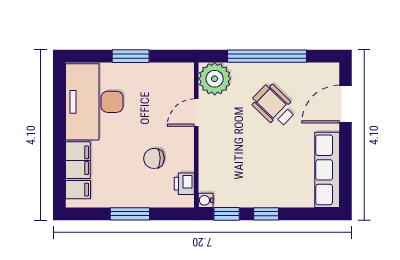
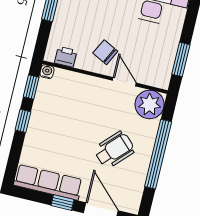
window: (131, 56) -> (181, 59), moved
window: (345, 149) -> (63, 203), added
chair: (154, 158) -> (105, 52), moved, turned -63

